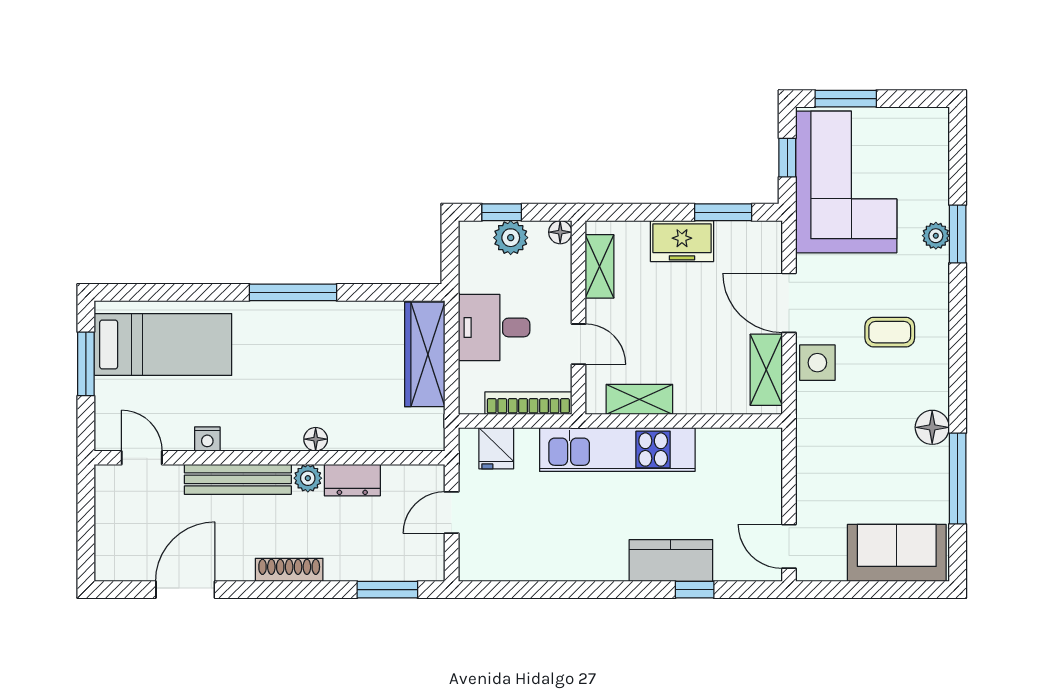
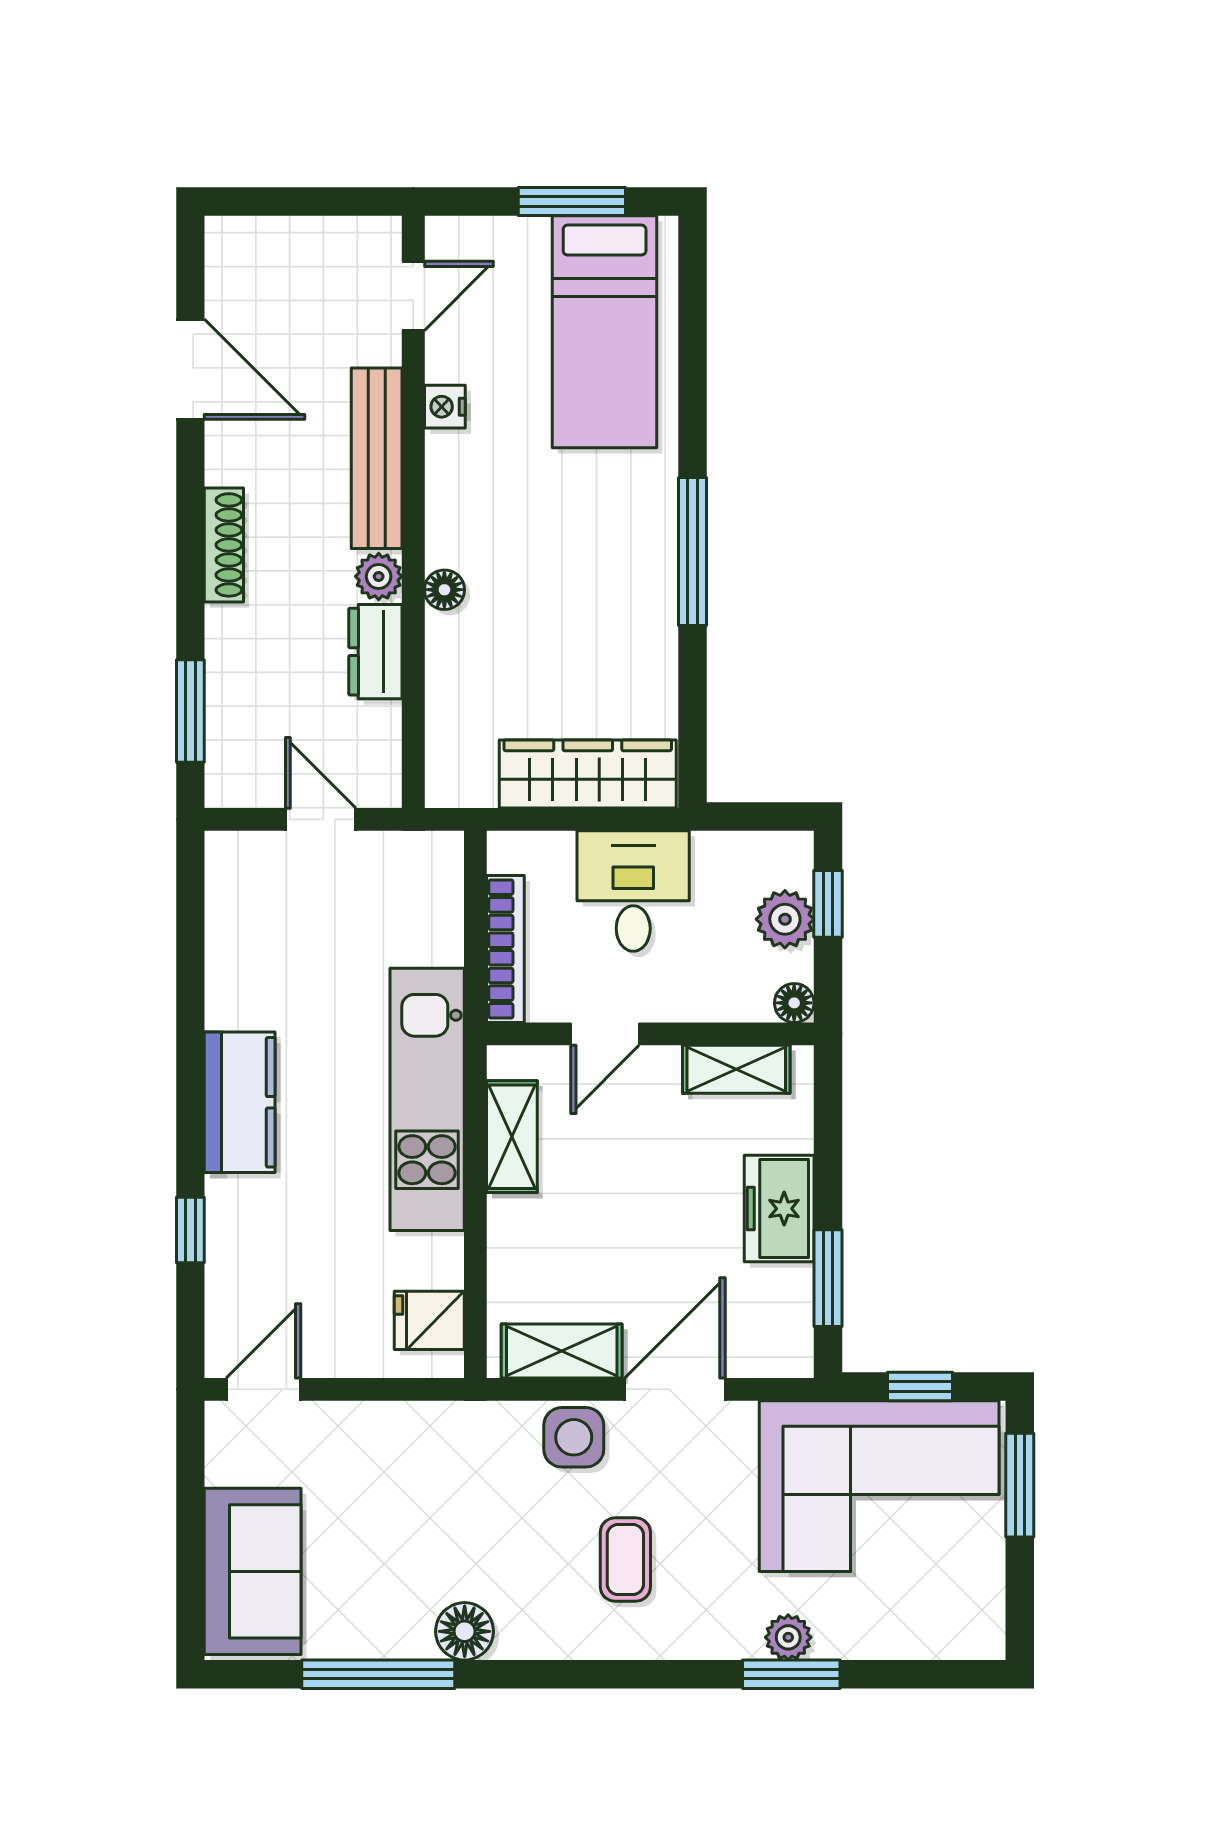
fridge: (496, 448) -> (429, 1320), moved
kitchen counter: (671, 560) -> (240, 1102), moved

